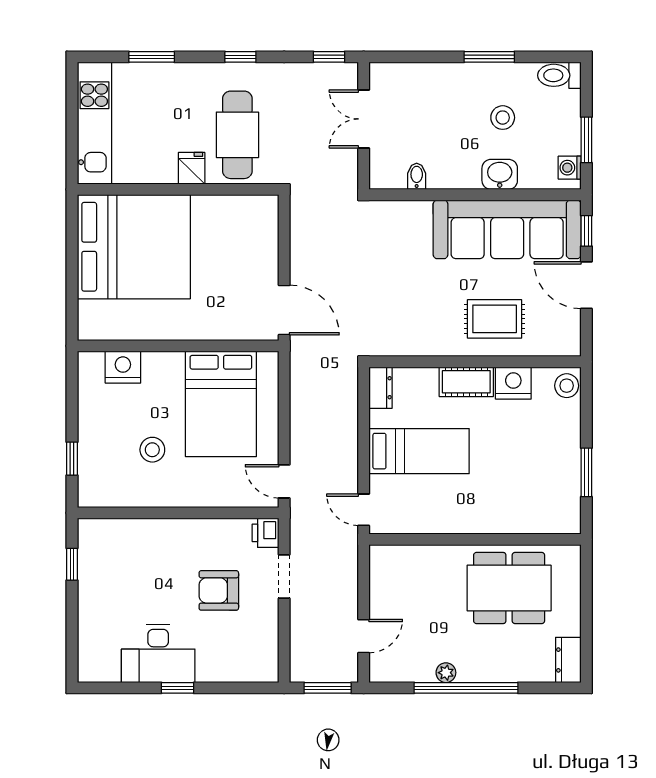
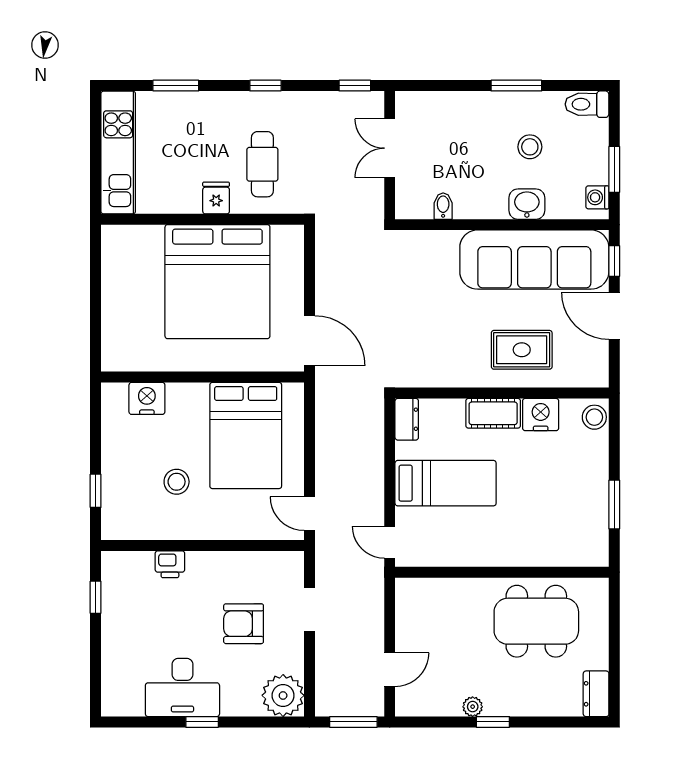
cafe table: (237, 135) -> (262, 164), width x0.73, depth x0.74
bed: (134, 247) -> (217, 282), moved, turned 90
printer: (265, 533) -> (170, 564), moved, turned -90
plant: (258, 662) -> (283, 695), added
window: (466, 688) -> (493, 722), width x0.32

